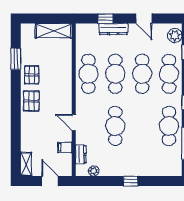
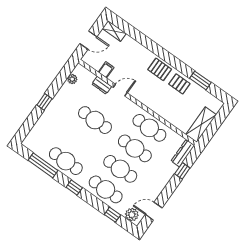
door: (144, 19) -> (154, 211), moved
dresser: (113, 29) -> (183, 153), moved
dresser: (81, 154) -> (102, 85), moved

